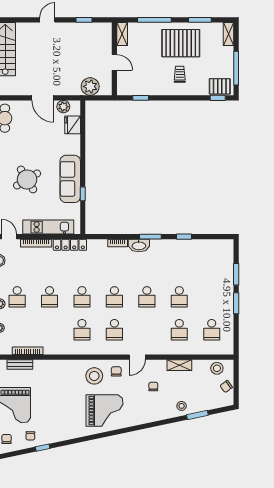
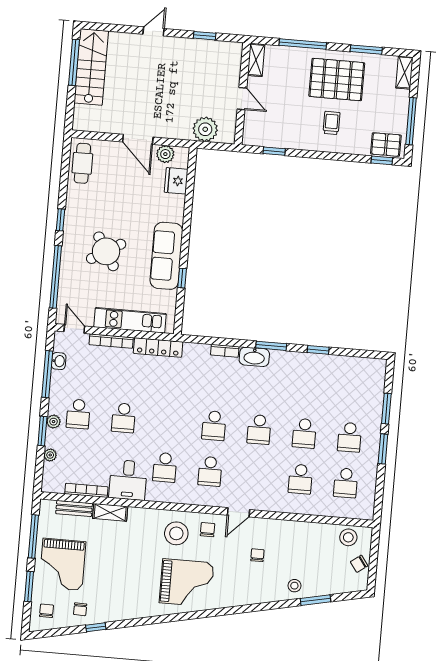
school desk: (82, 297) -> (350, 437), moved
desk: (57, 341) -> (128, 480), added
shelving: (179, 365) -> (110, 512), moved

